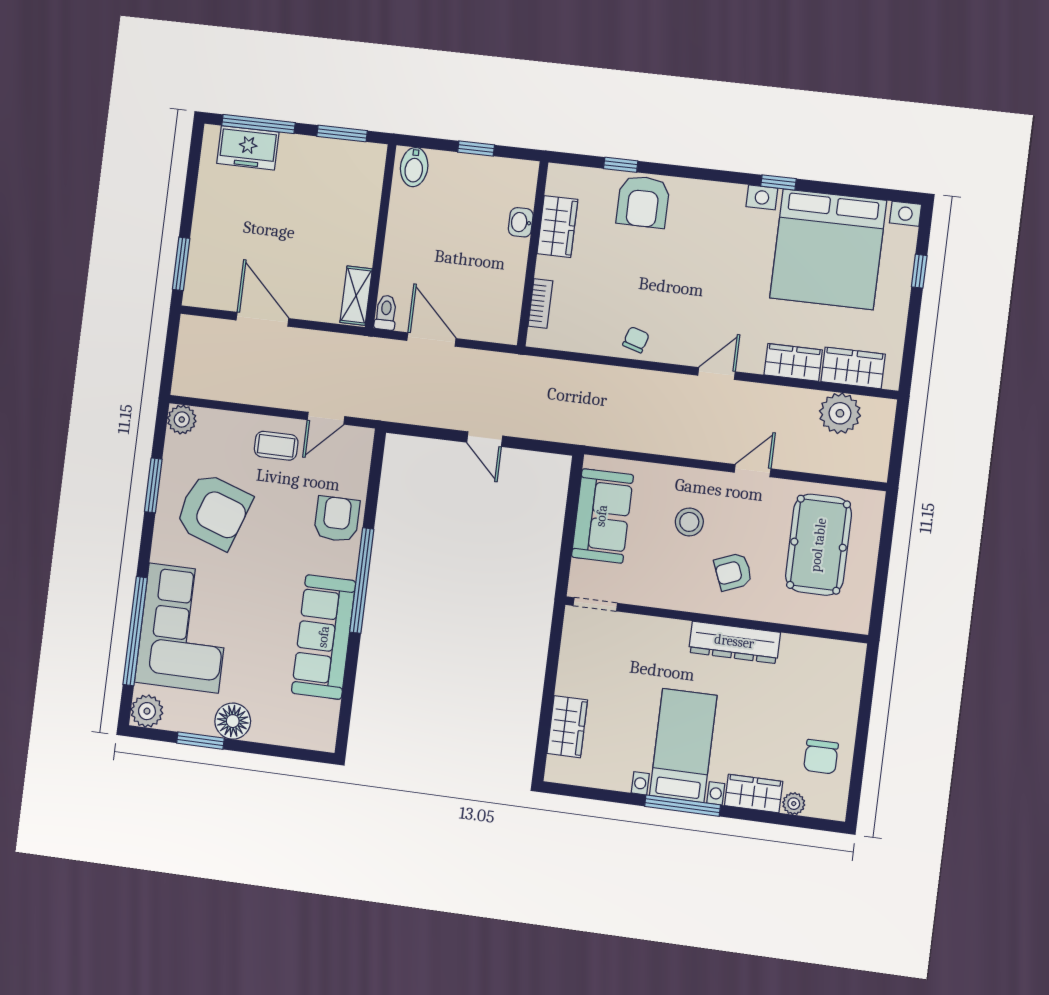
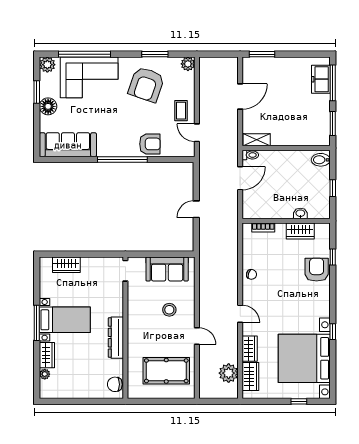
armchair: (643, 202) -> (317, 270), turned 90
armchair: (733, 572) -> (149, 333), removed
sofa: (324, 637) -> (68, 145), moved
chair: (821, 757) -> (115, 384), moved

